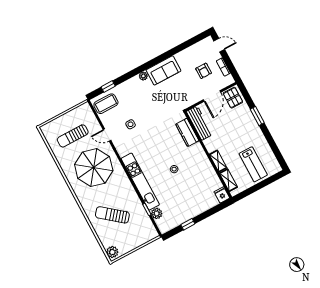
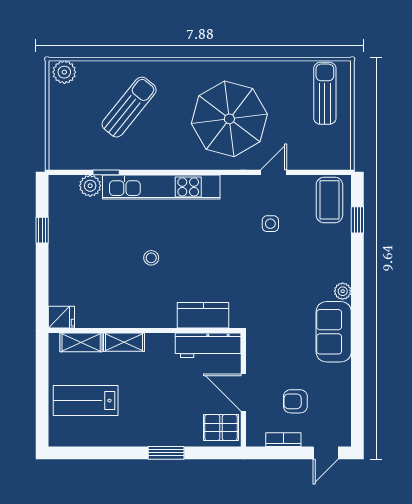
sun lounger: (73, 136) -> (325, 93), moved

